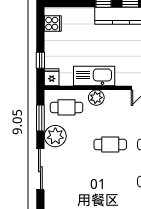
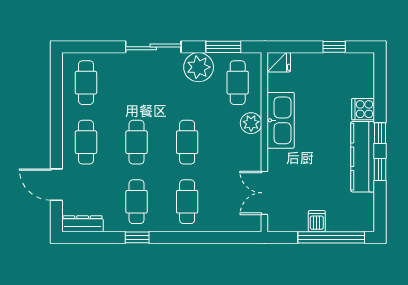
cooker: (53, 24) -> (363, 109), moved, turned 90
window: (40, 60) -> (334, 47), moved
cafe table: (110, 182) -> (137, 142), added

